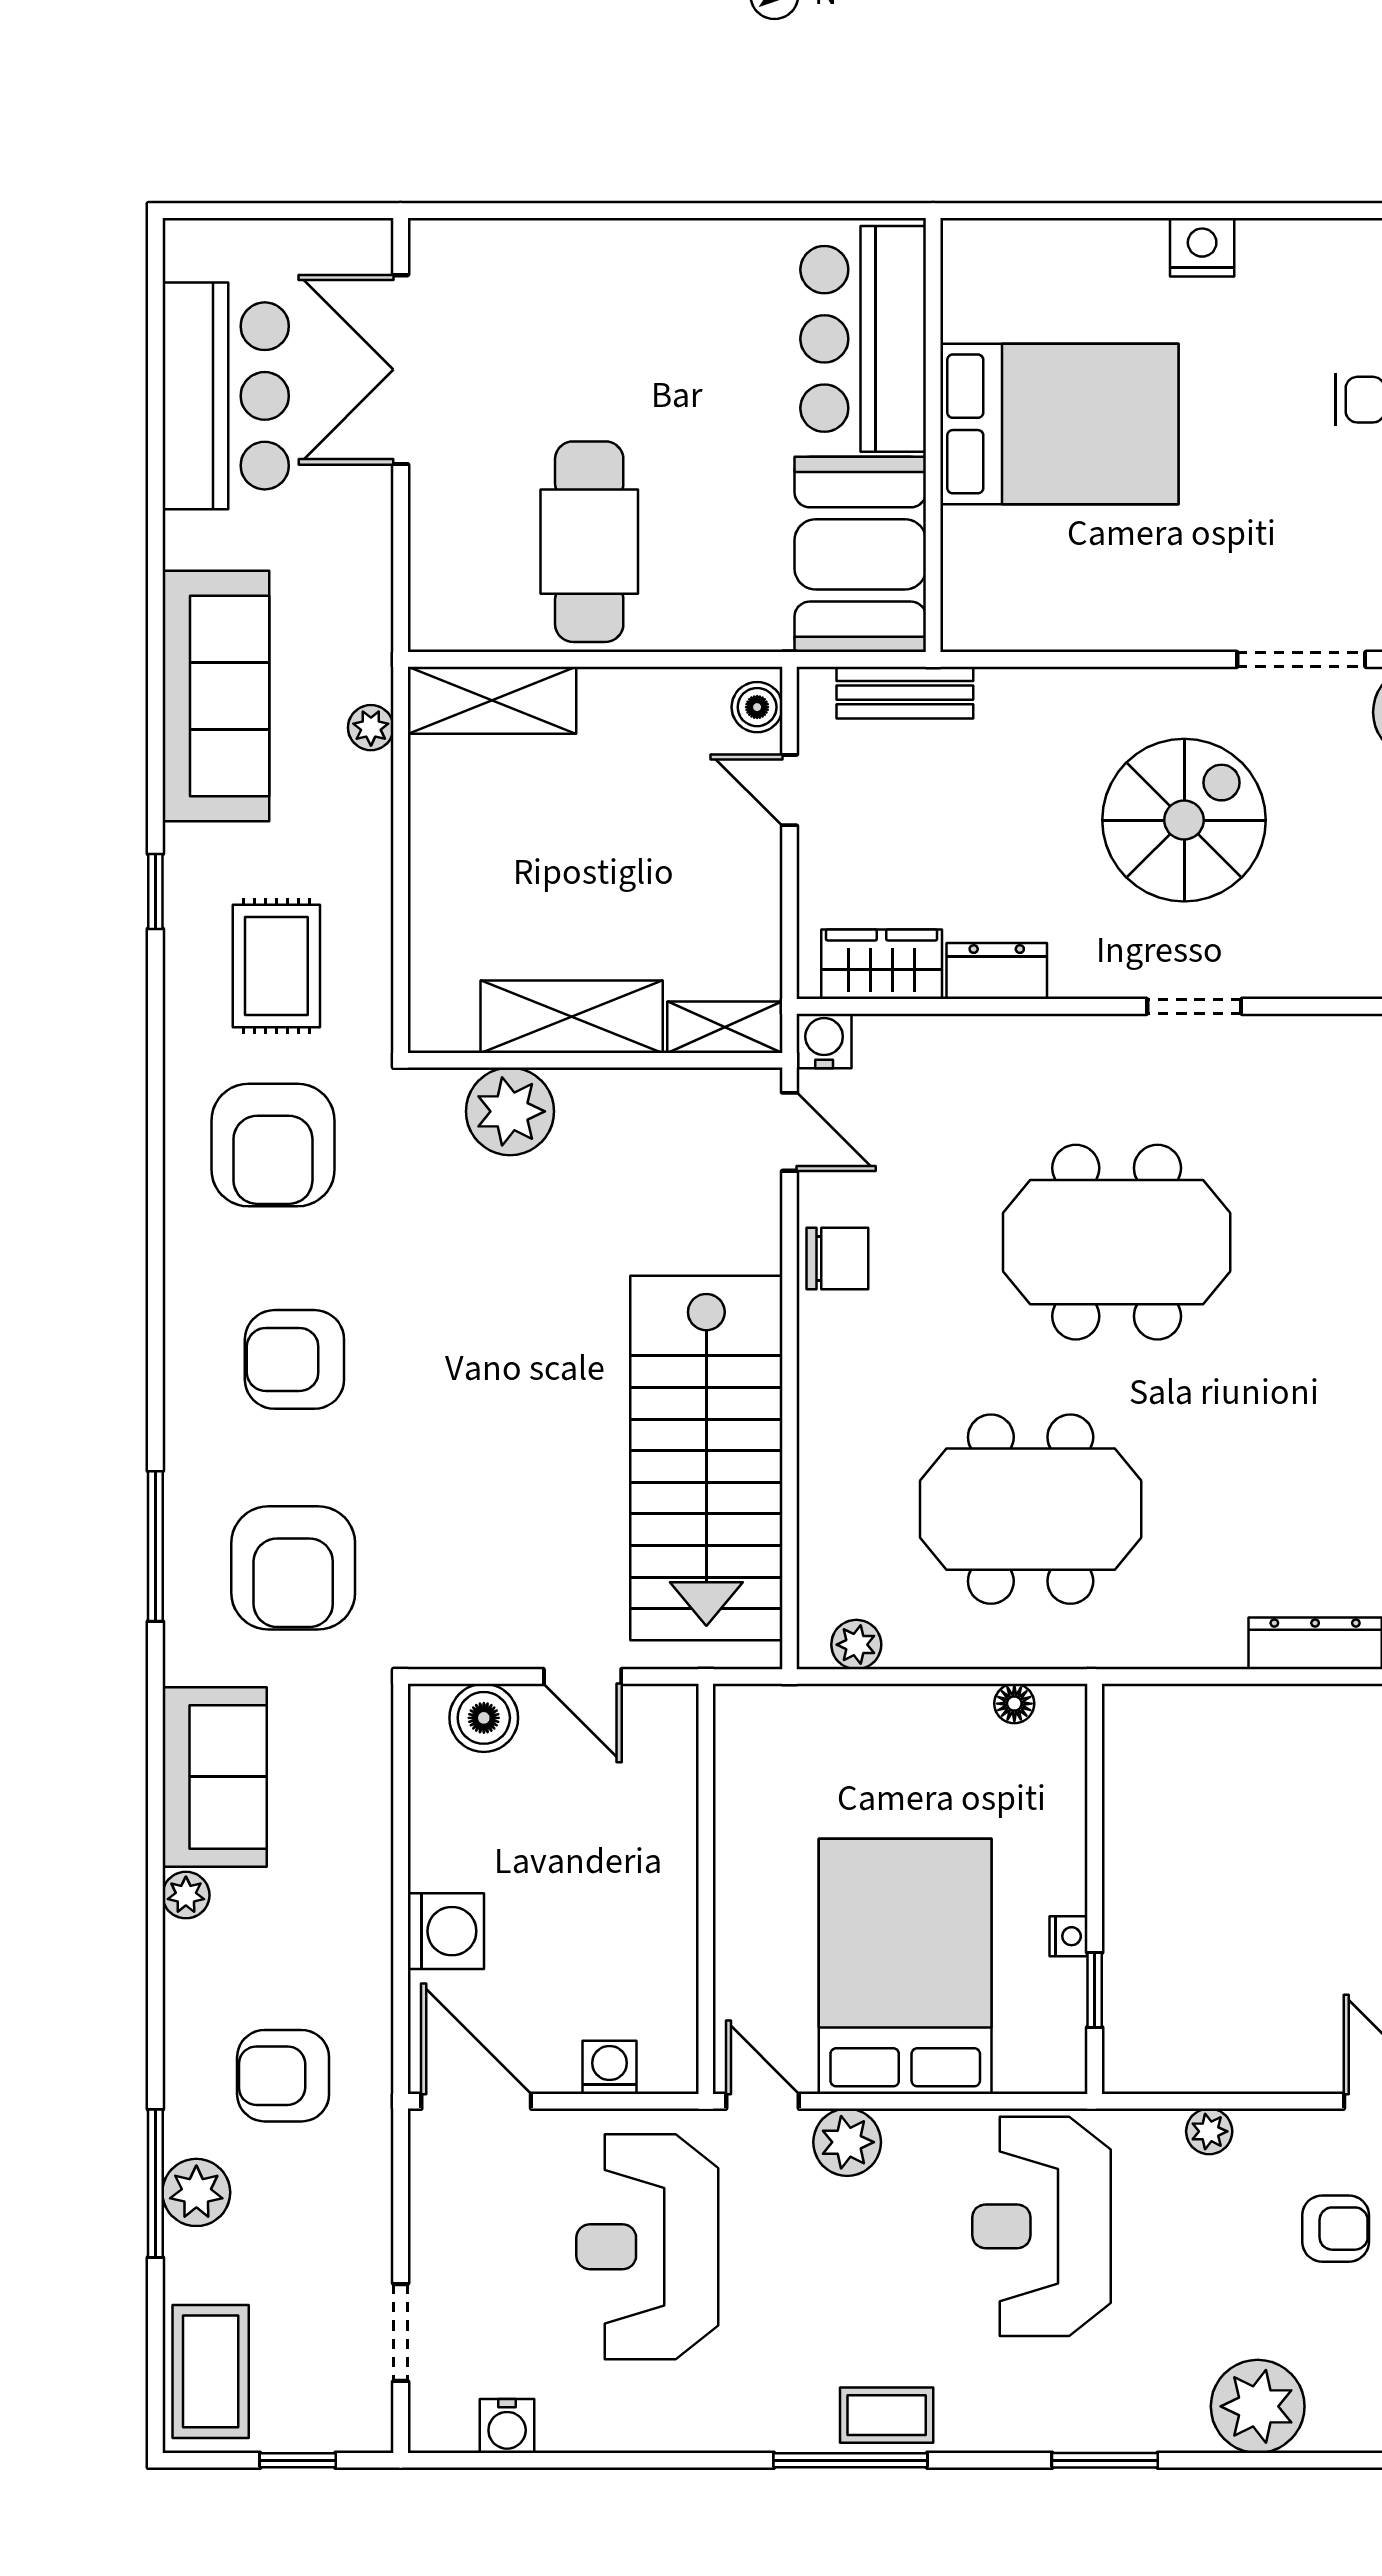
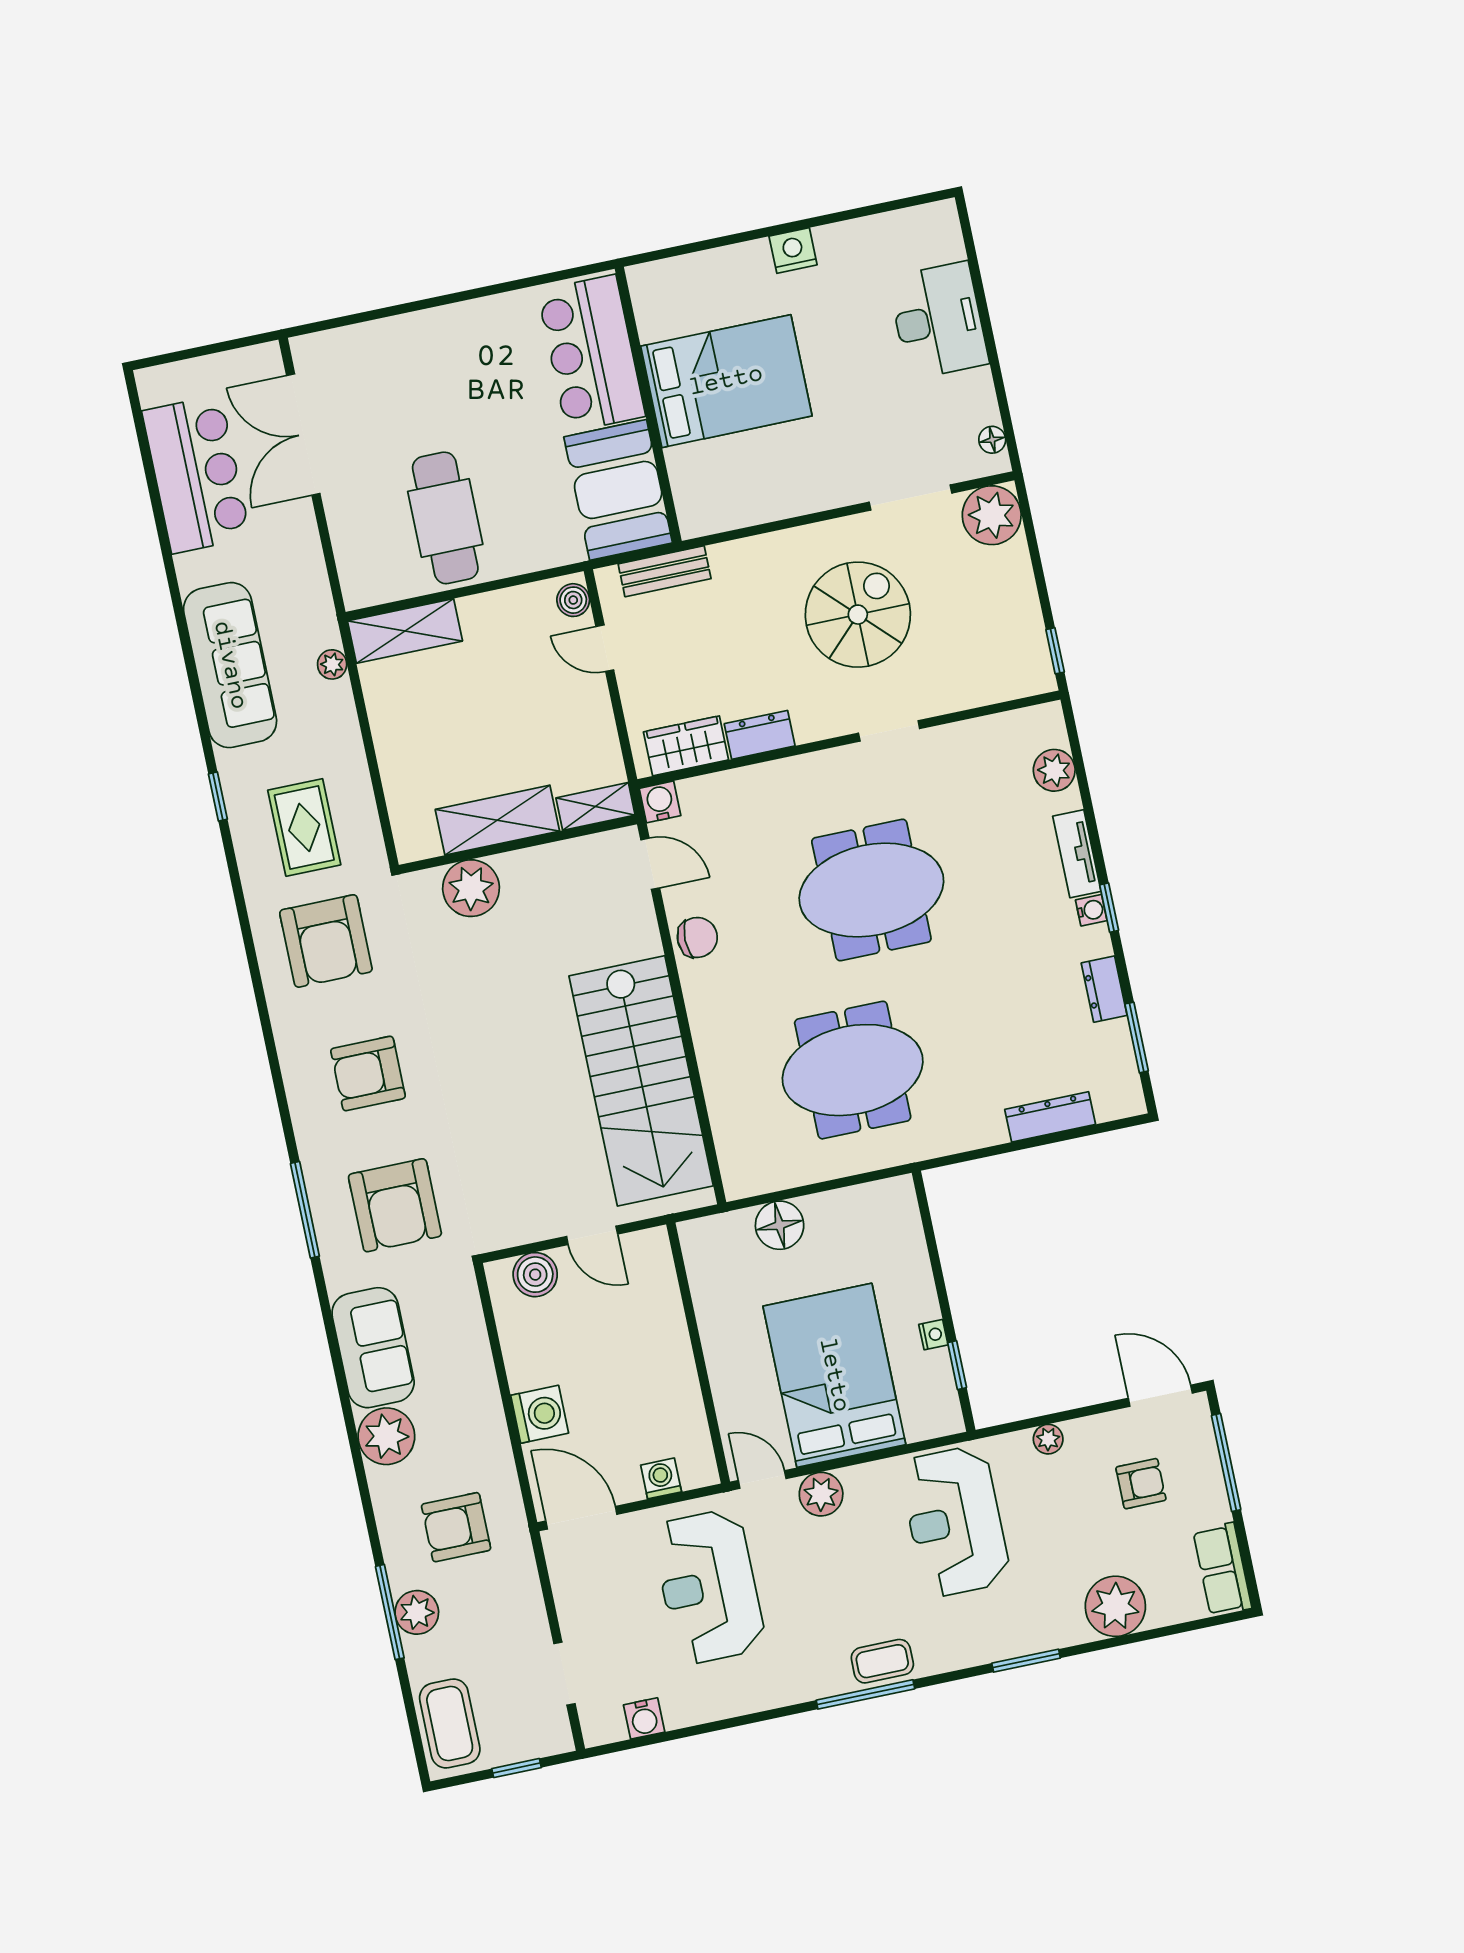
plant: (856, 1645) -> (761, 1179), removed
floor lamp: (1014, 1704) -> (780, 1225), moved, width x1.89, depth x1.89
plant: (186, 1895) -> (386, 1436), width x1.88, depth x1.88

